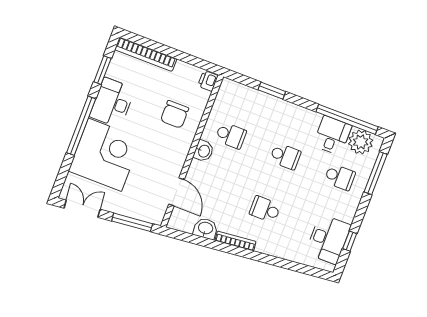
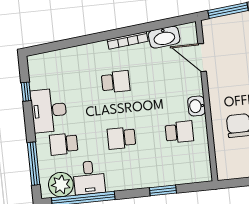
printer: (208, 81) -> (224, 170), removed
school desk: (231, 135) -> (179, 132), turned 180
washbasin: (205, 229) -> (164, 37), width x1.38
desk: (328, 239) -> (49, 110), moved

